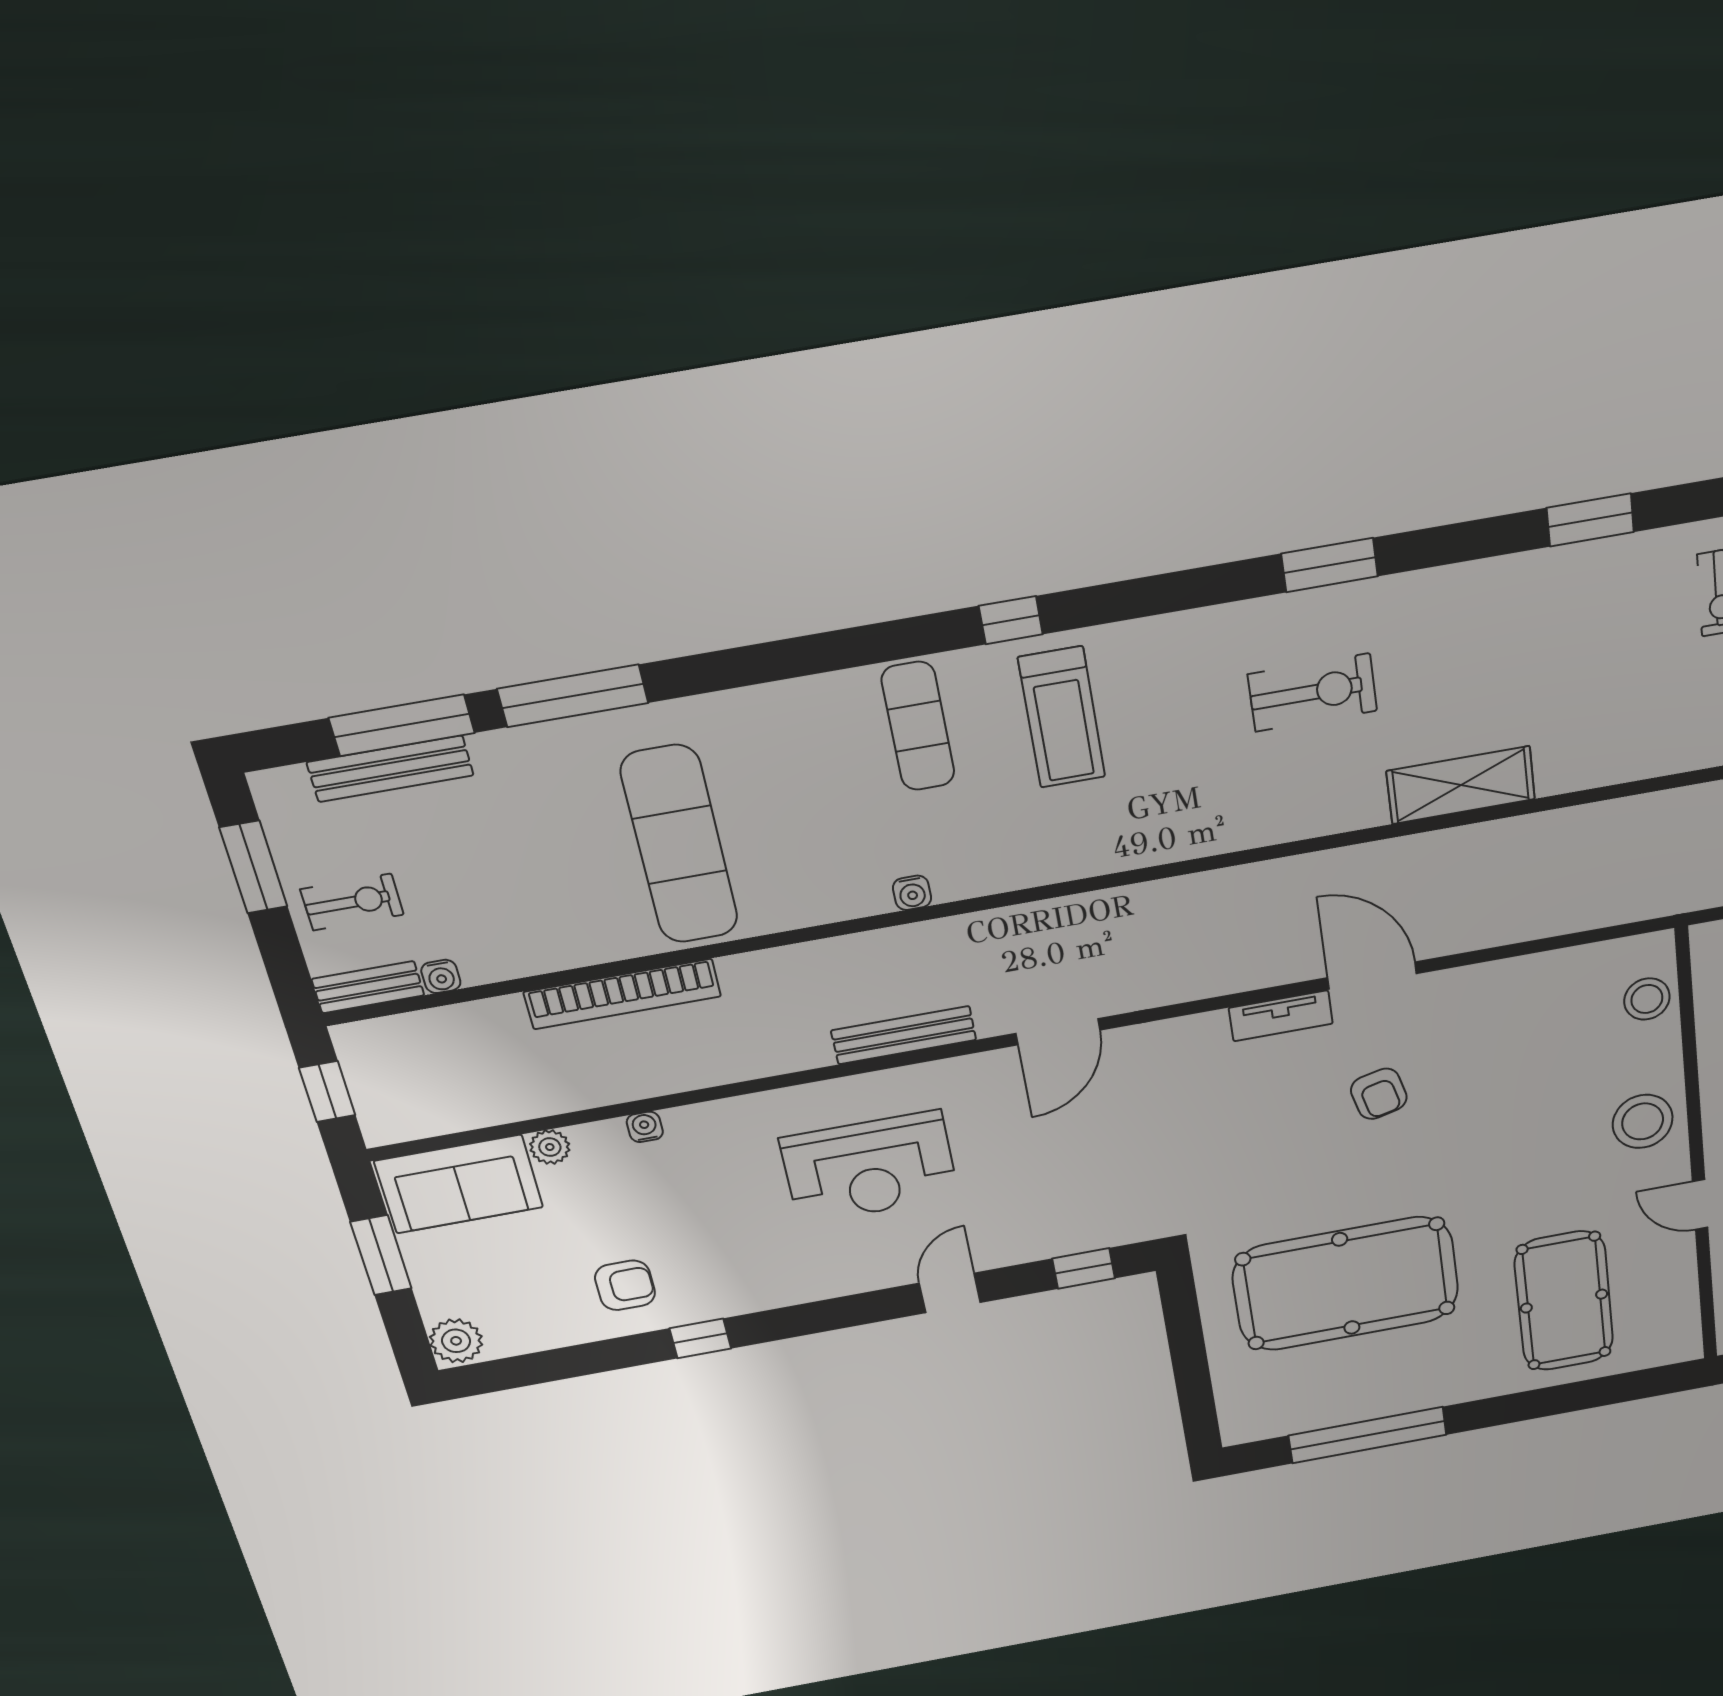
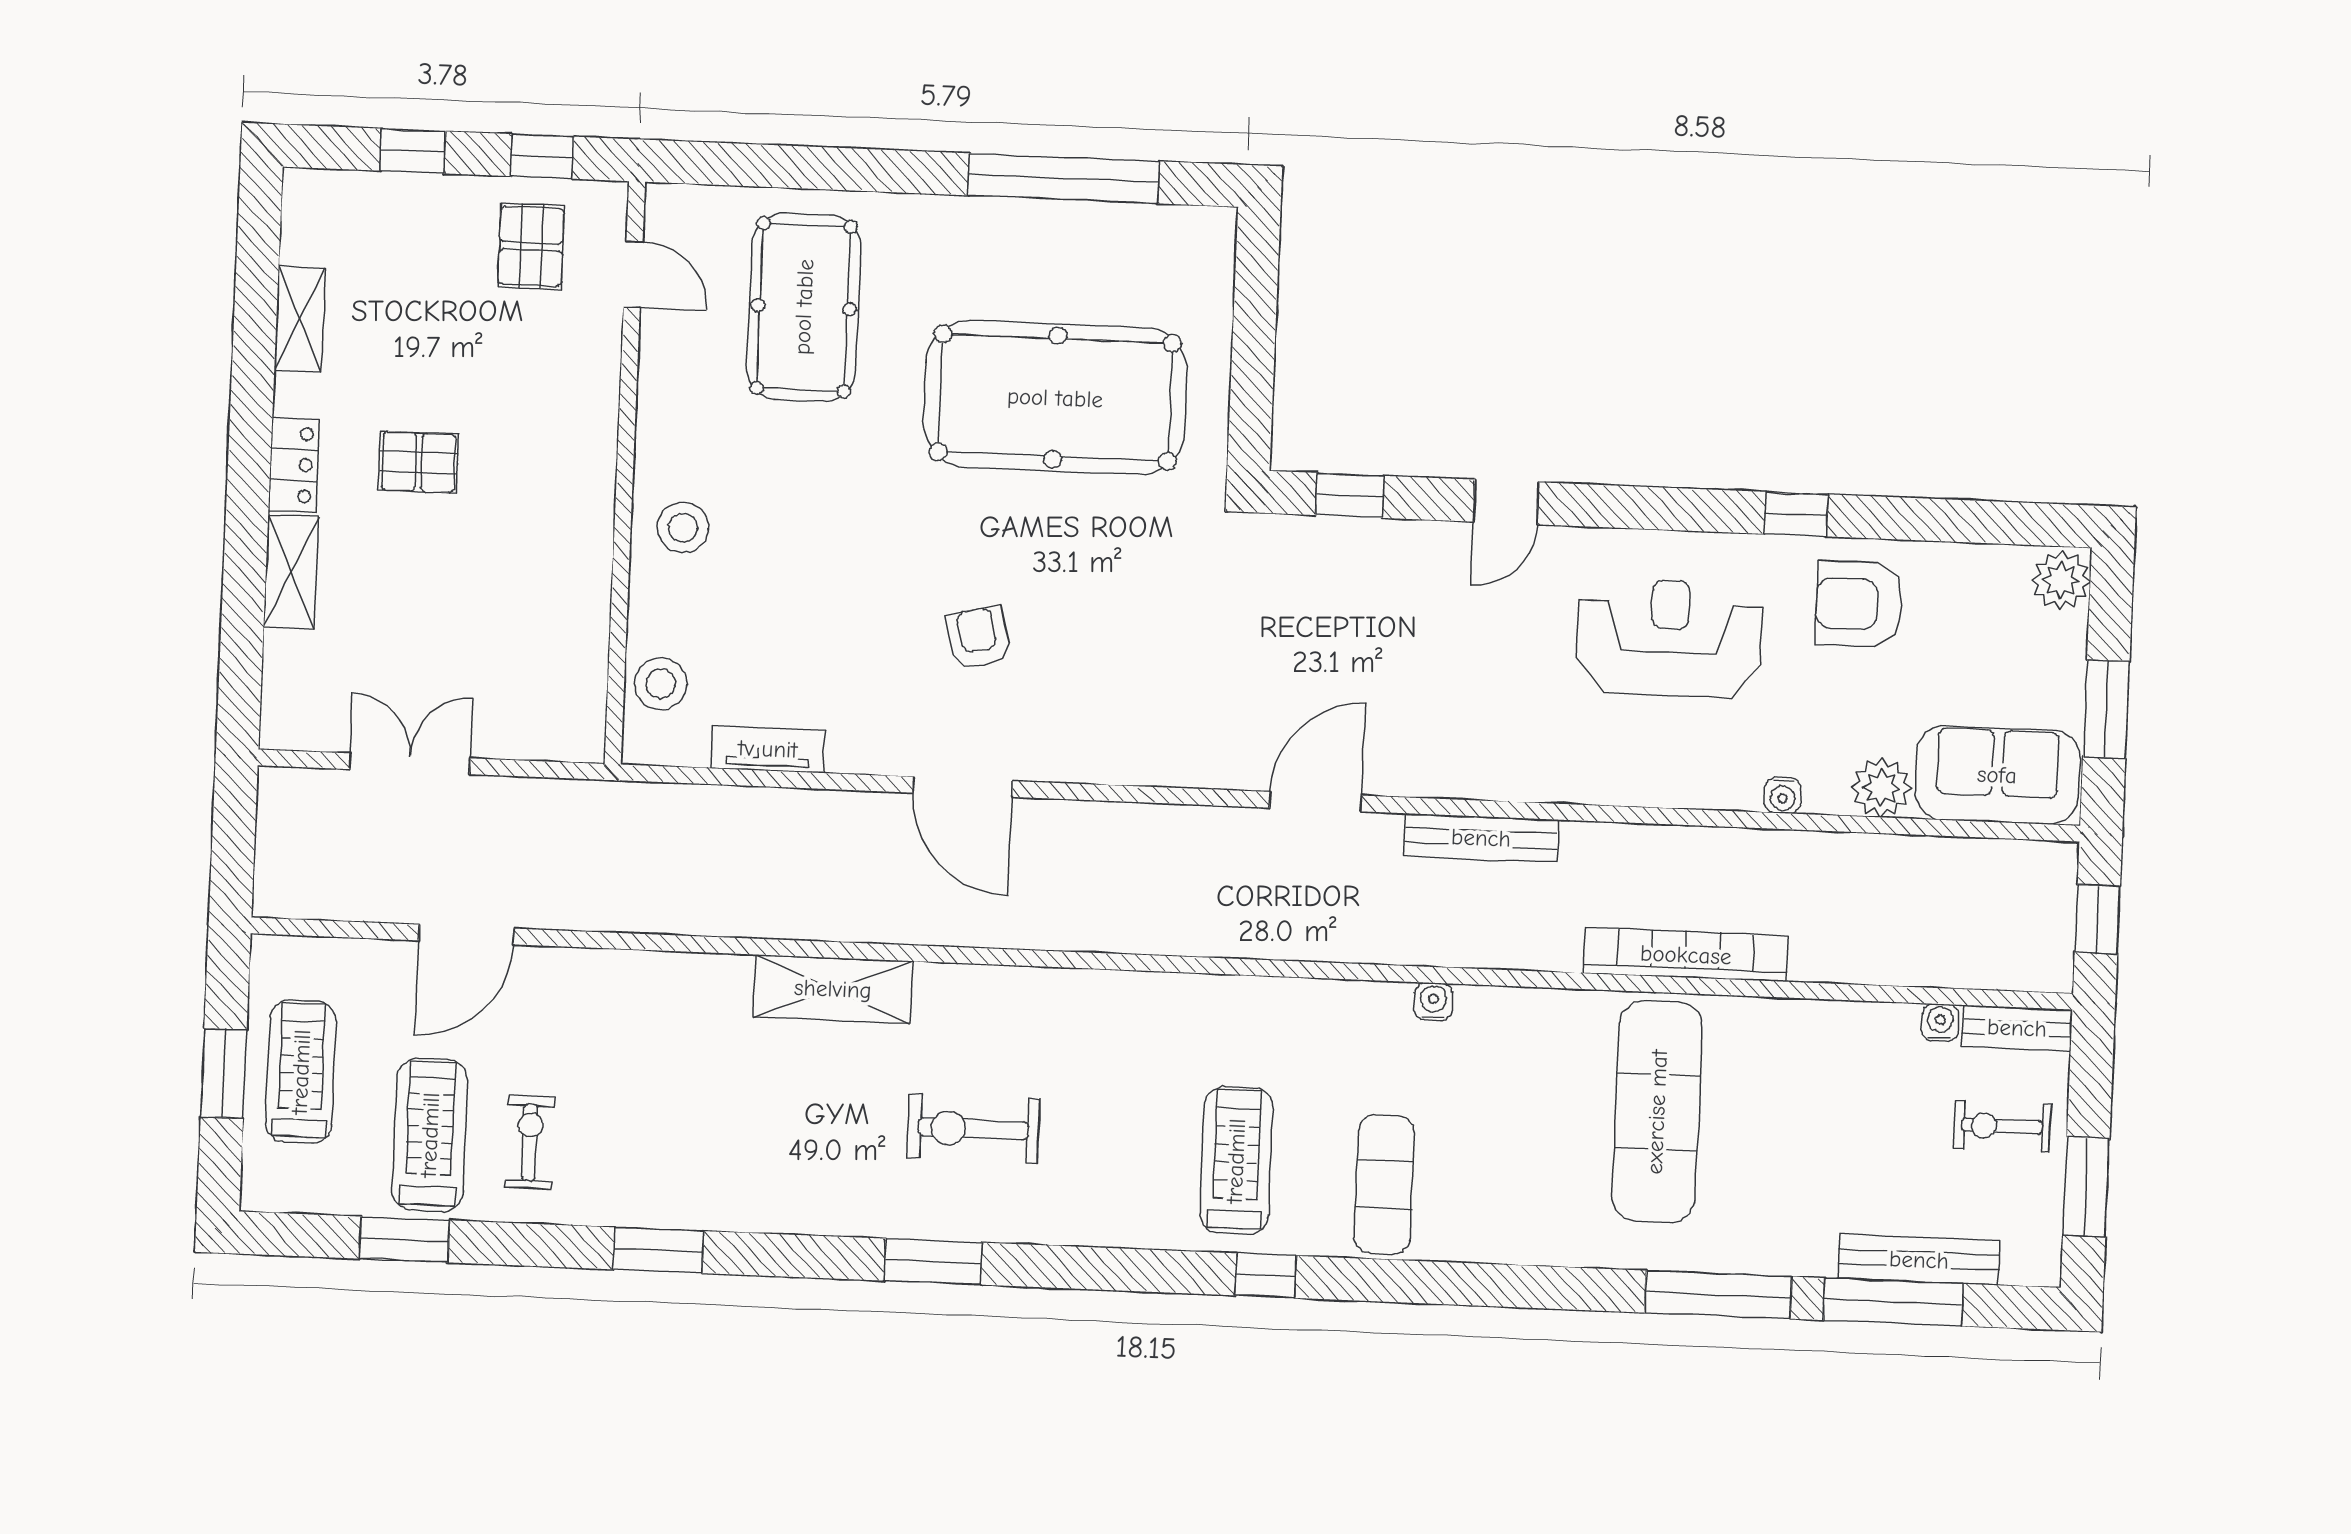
bookcase: (623, 994) -> (1686, 955), moved
tv unit: (1281, 1016) -> (768, 749), moved
stool: (1643, 1121) -> (683, 528), width x0.73, depth x0.73
plant: (550, 1147) -> (1881, 788), width x1.38, depth x1.38
reception desk: (870, 1167) -> (1670, 638), moved
door: (1700, 1205) -> (633, 274), moved
armchair: (625, 1285) -> (1859, 604), width x1.38, depth x1.38

